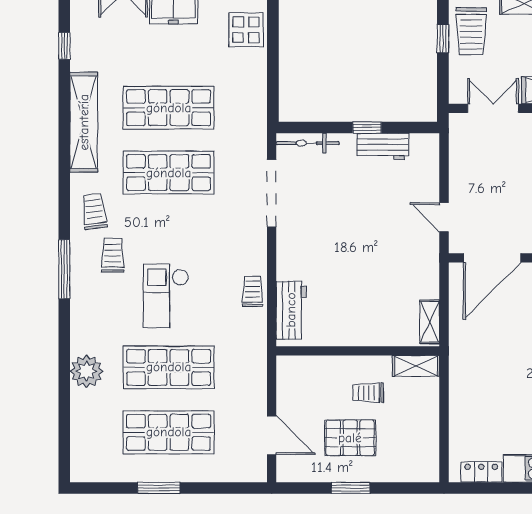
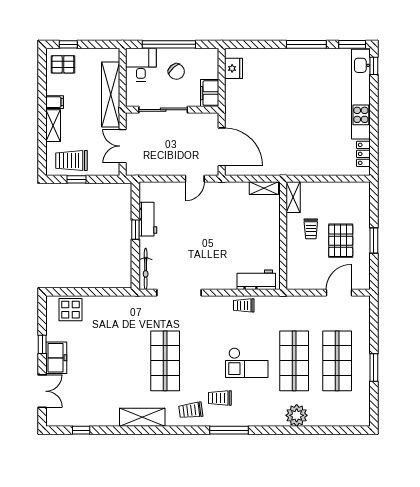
trolley: (471, 31) -> (71, 161), turned 180
shop shelf: (169, 108) -> (122, 361), removed
shelving: (84, 122) -> (142, 417), width x0.68

